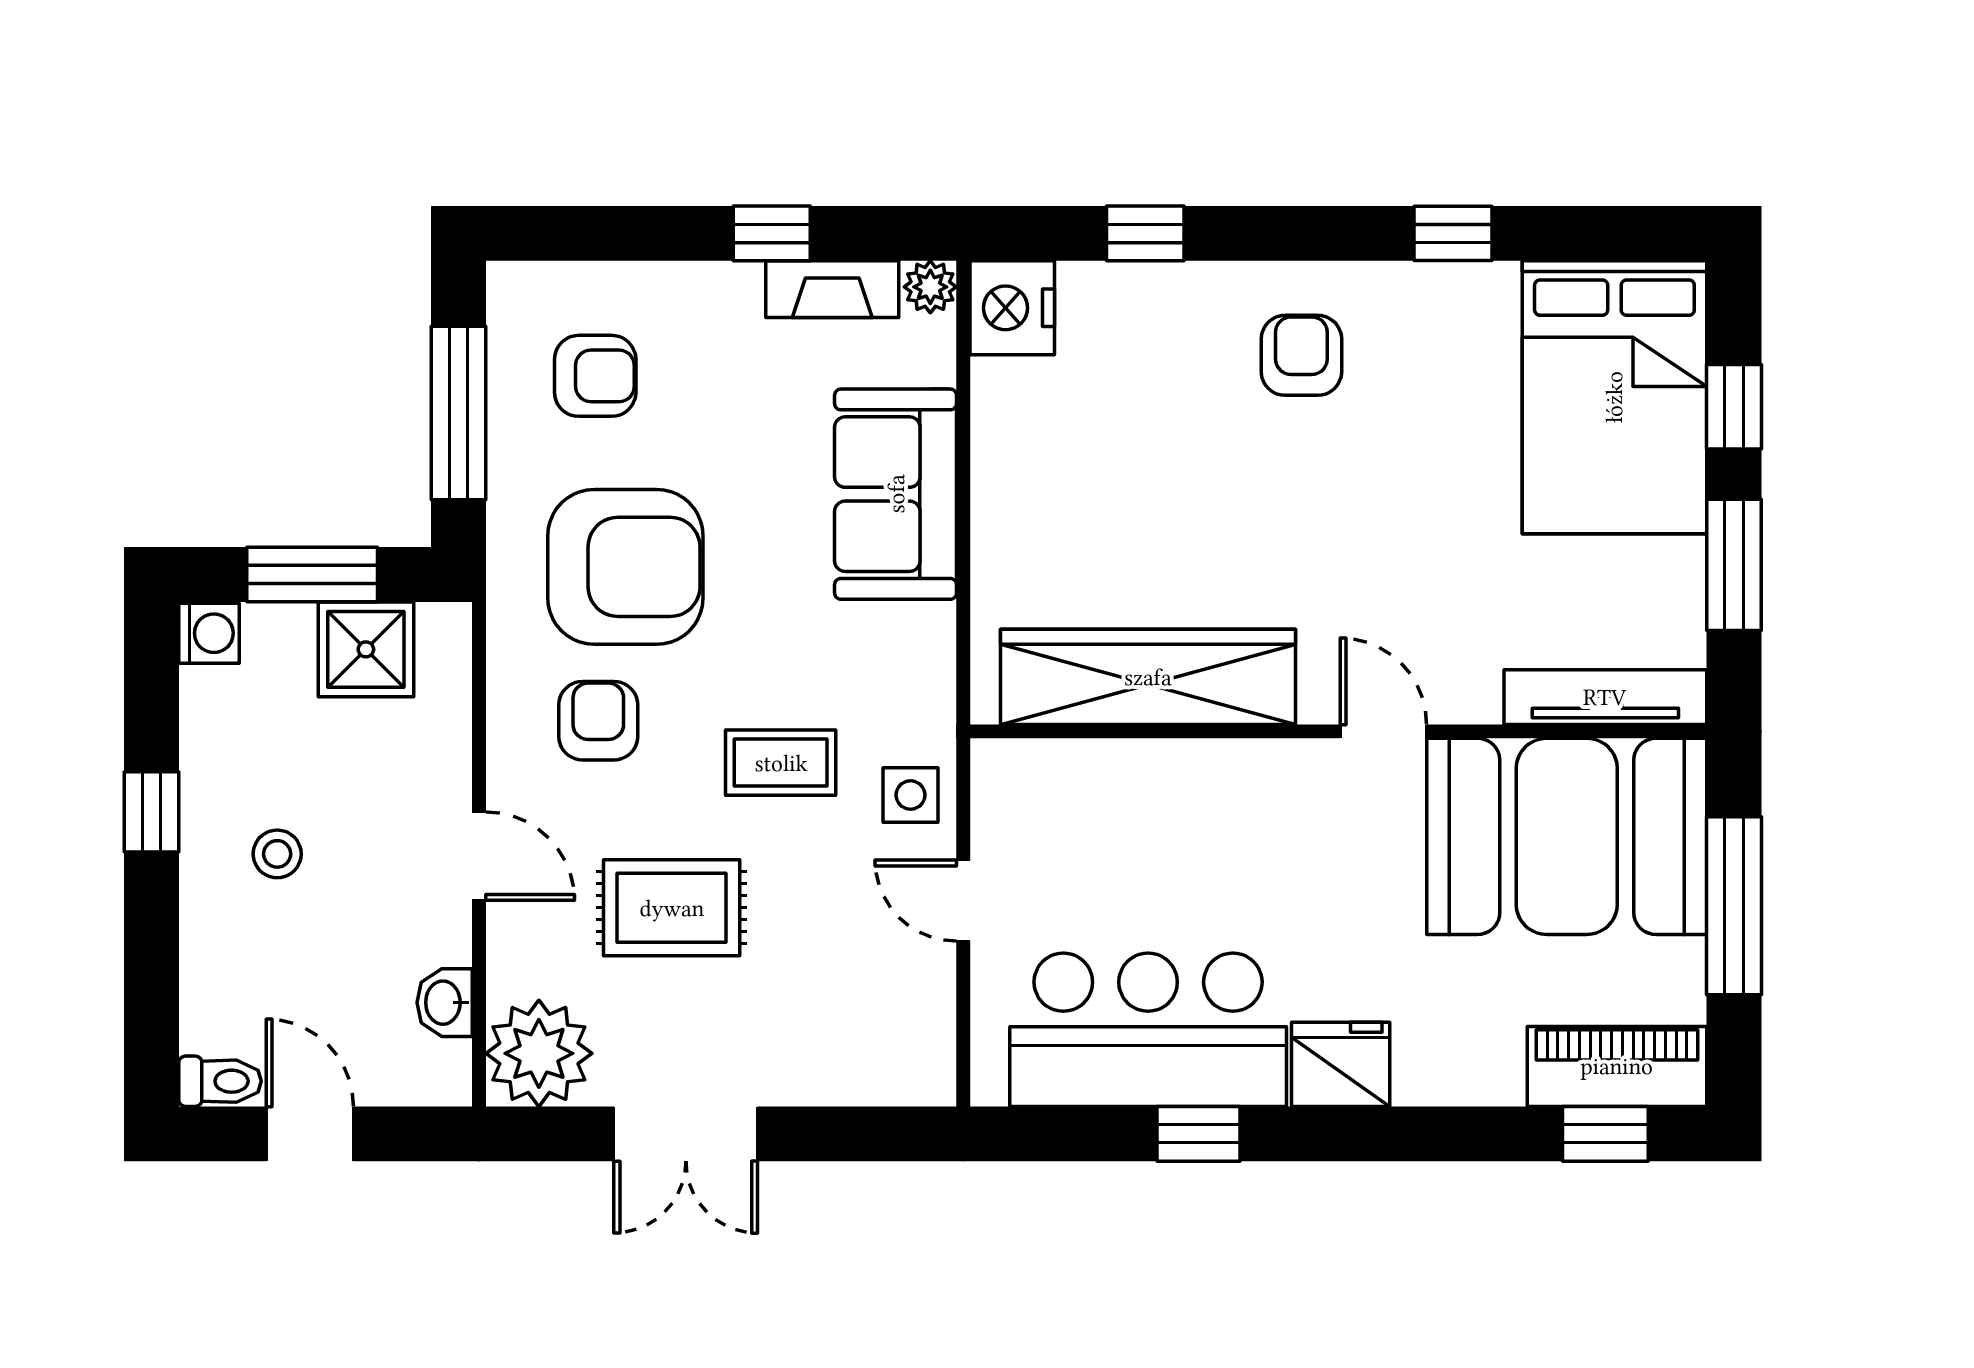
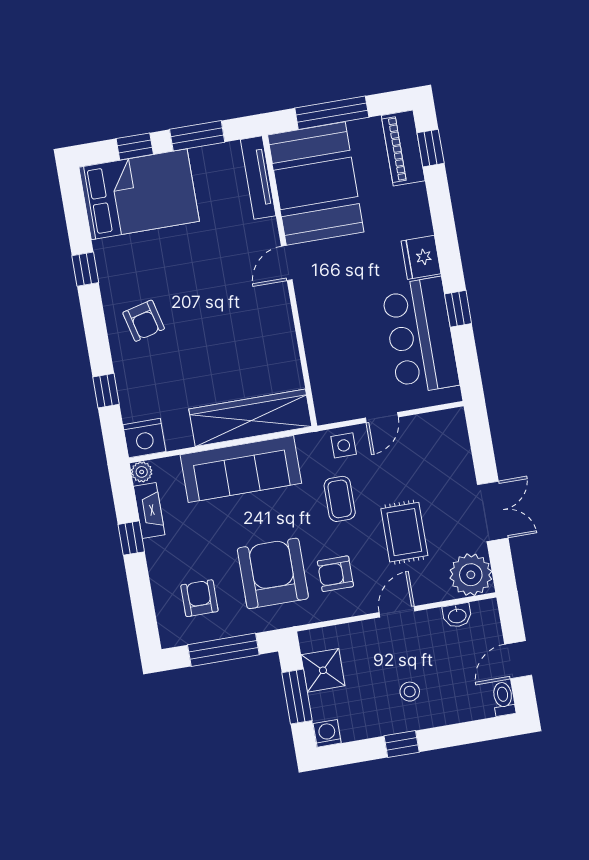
armchair: (1301, 355) -> (144, 321), turned -104
sofa: (896, 494) -> (241, 469), width x1.36
wardrobe: (1148, 677) -> (250, 418), moved, turned 90

